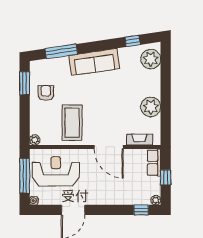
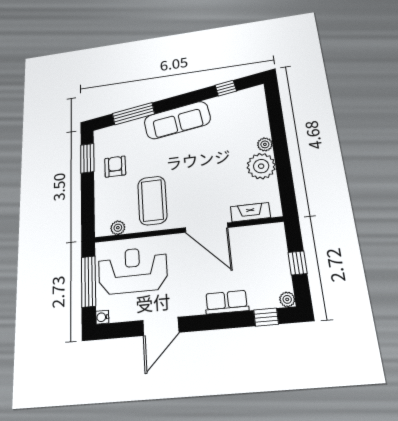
plant: (151, 59) -> (265, 144), moved, width x0.53, depth x0.53
plant: (35, 140) -> (118, 228), moved
row of seats: (154, 163) -> (227, 302), moved, turned 90

